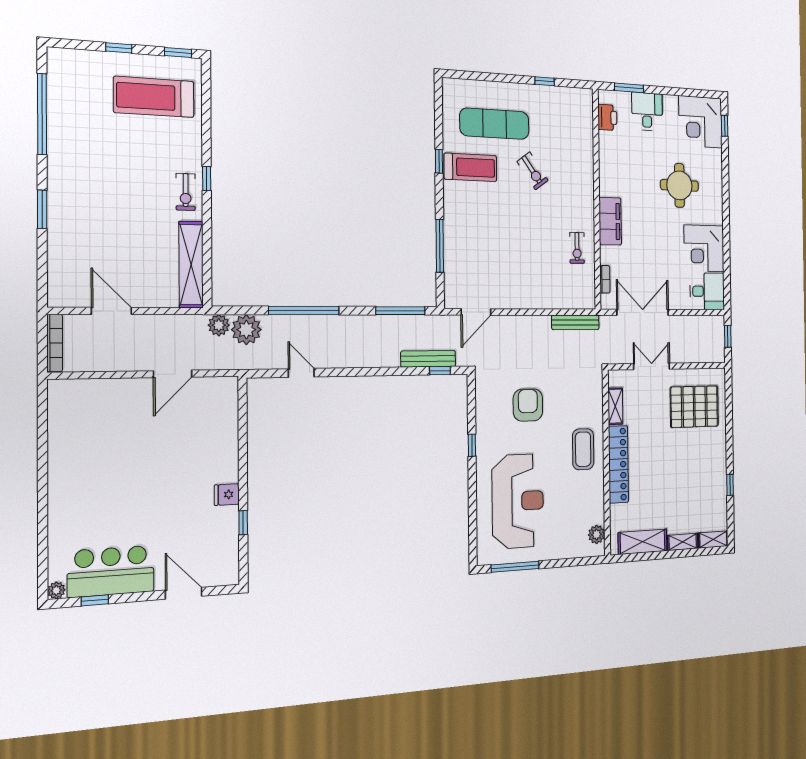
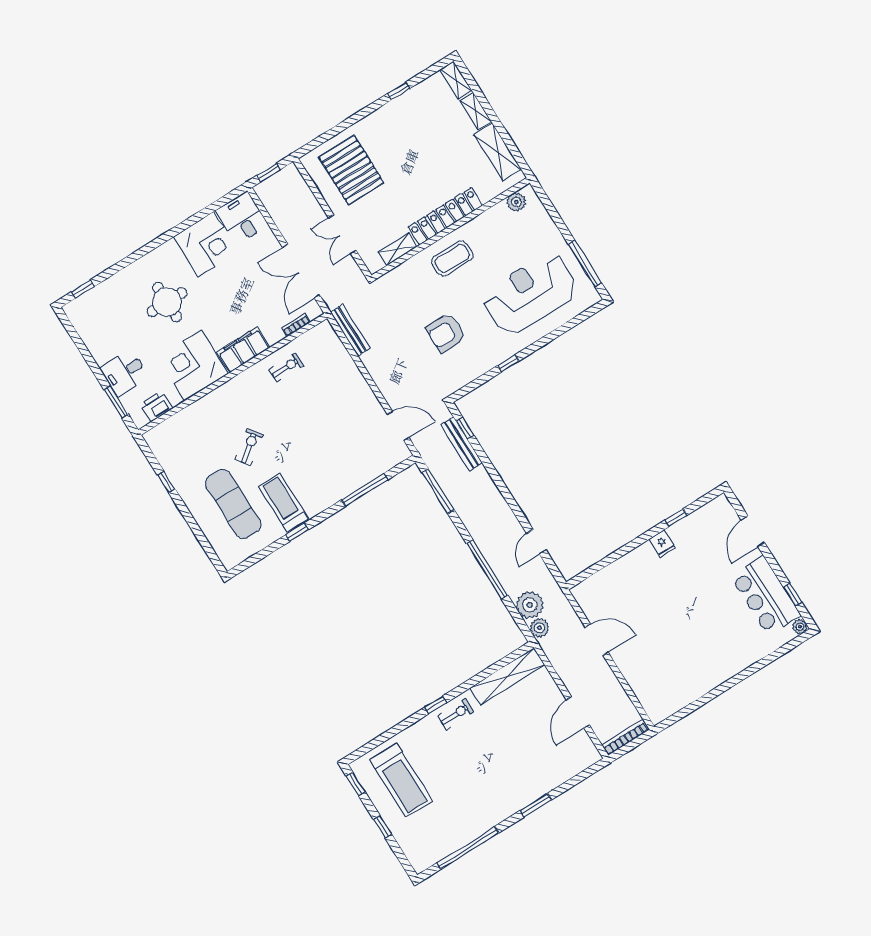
corner desk: (700, 122) -> (193, 366), moved, turned 180

